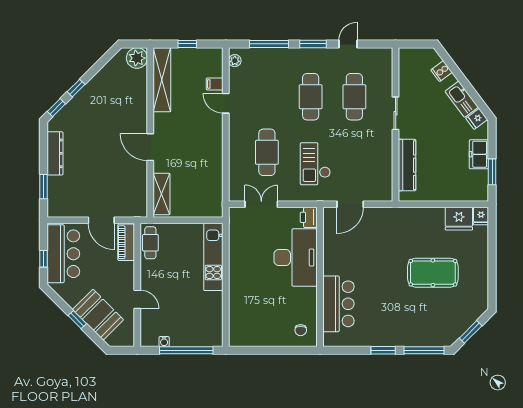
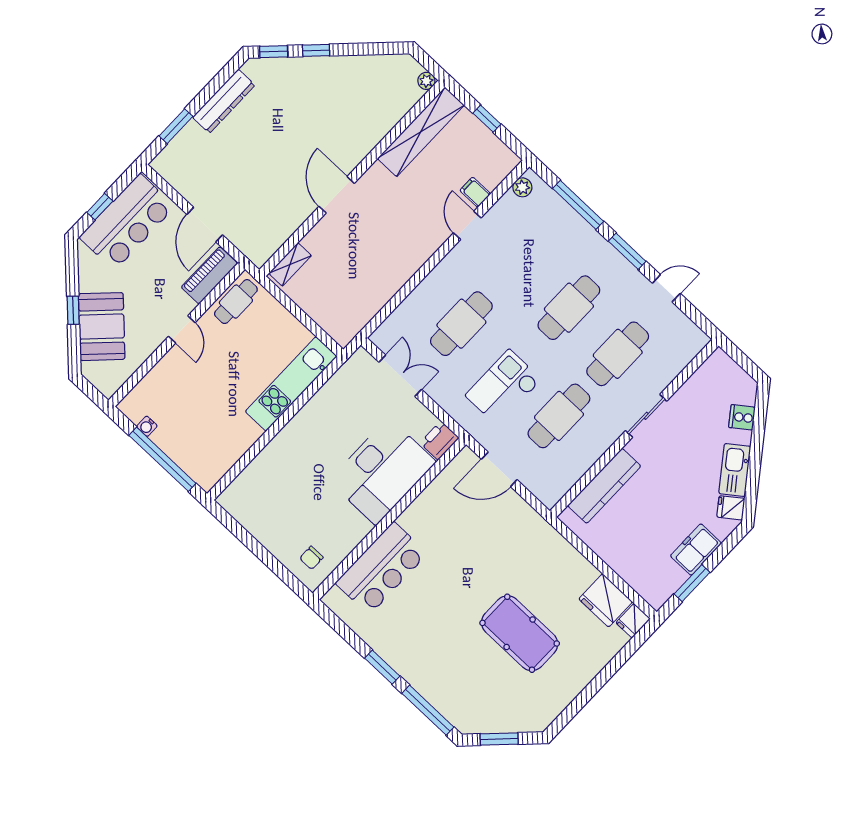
plant: (137, 58) -> (426, 81), width x0.53, depth x0.53
cafe table: (354, 152) -> (559, 416), added
shelving: (161, 194) -> (290, 264), width x0.67, depth x0.75
door: (137, 299) -> (182, 329), moved

